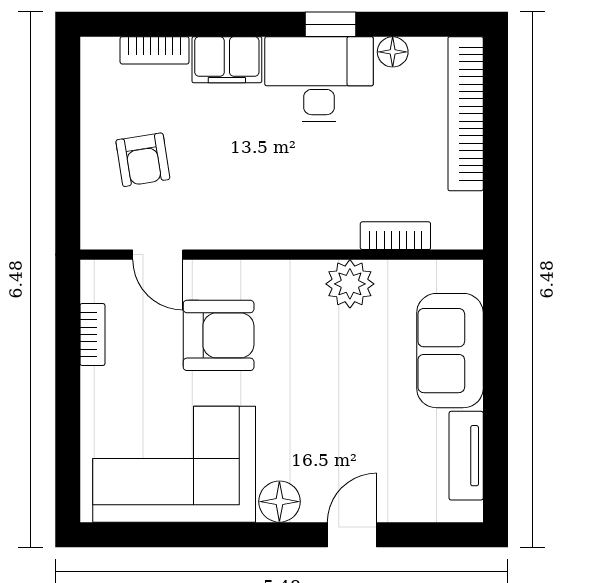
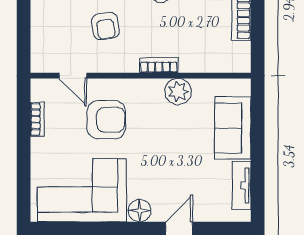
armchair: (143, 160) -> (105, 26), moved
bookcase: (395, 236) -> (159, 65), moved

